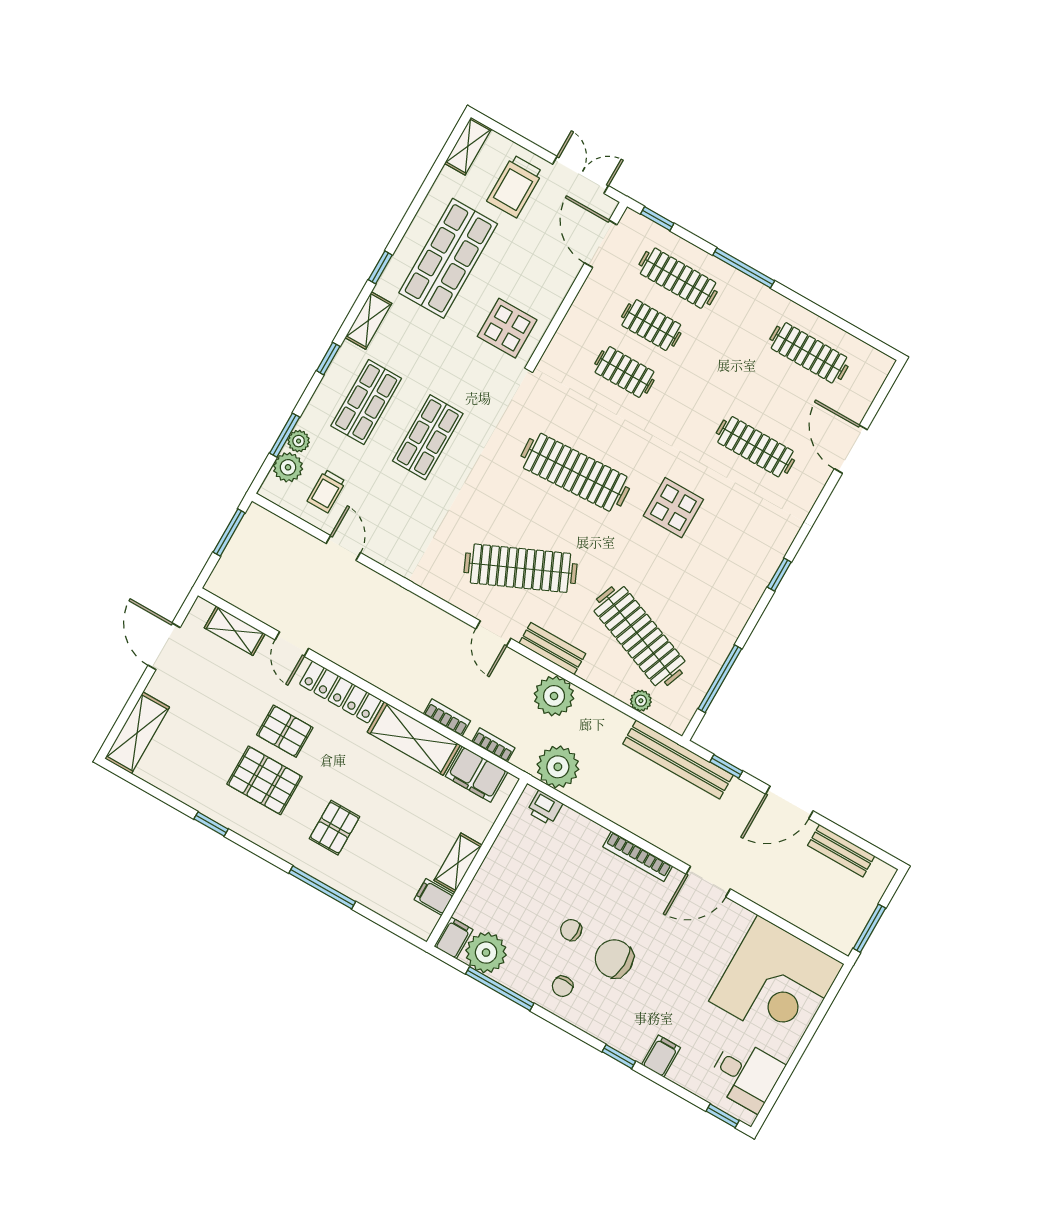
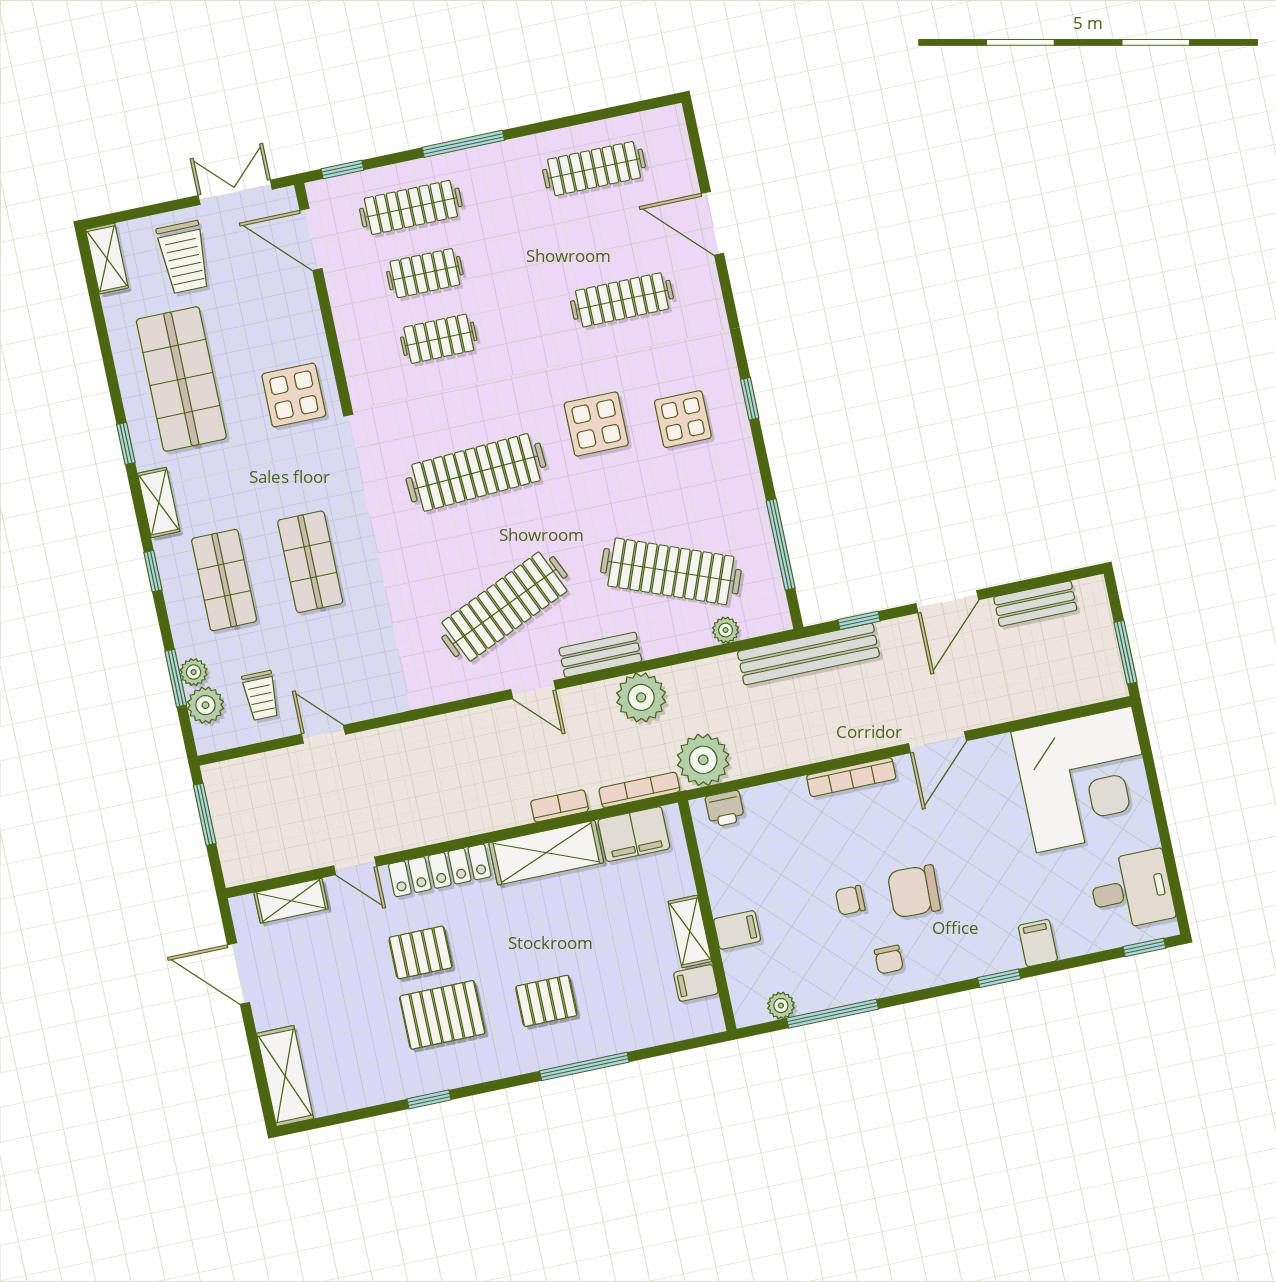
display table: (728, 551) -> (683, 419), added
bookcase: (493, 745) -> (639, 790), width x1.56
pallet: (335, 828) -> (546, 1001), turned 90
filing cabinet: (454, 938) -> (737, 930), moved, turned 90
plant: (486, 953) -> (781, 1006), width x0.53, depth x0.53

